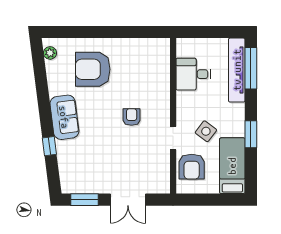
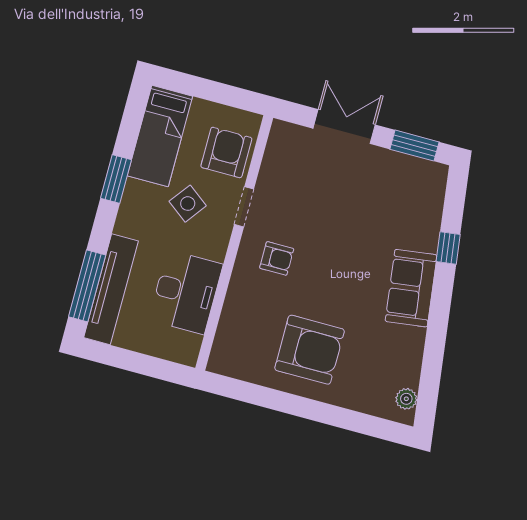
armchair: (93, 69) -> (310, 350), moved
desk: (193, 74) -> (186, 292), width x1.37
armchair: (132, 117) -> (277, 258), moved, turned -90

